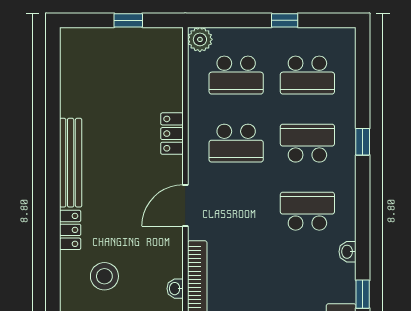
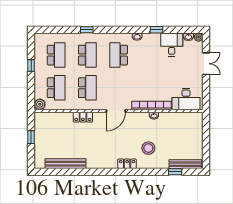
school desk: (307, 143) -> (87, 55), turned 180
bench: (71, 163) -> (66, 164), moved
door: (185, 205) -> (116, 111), hinge flipped

